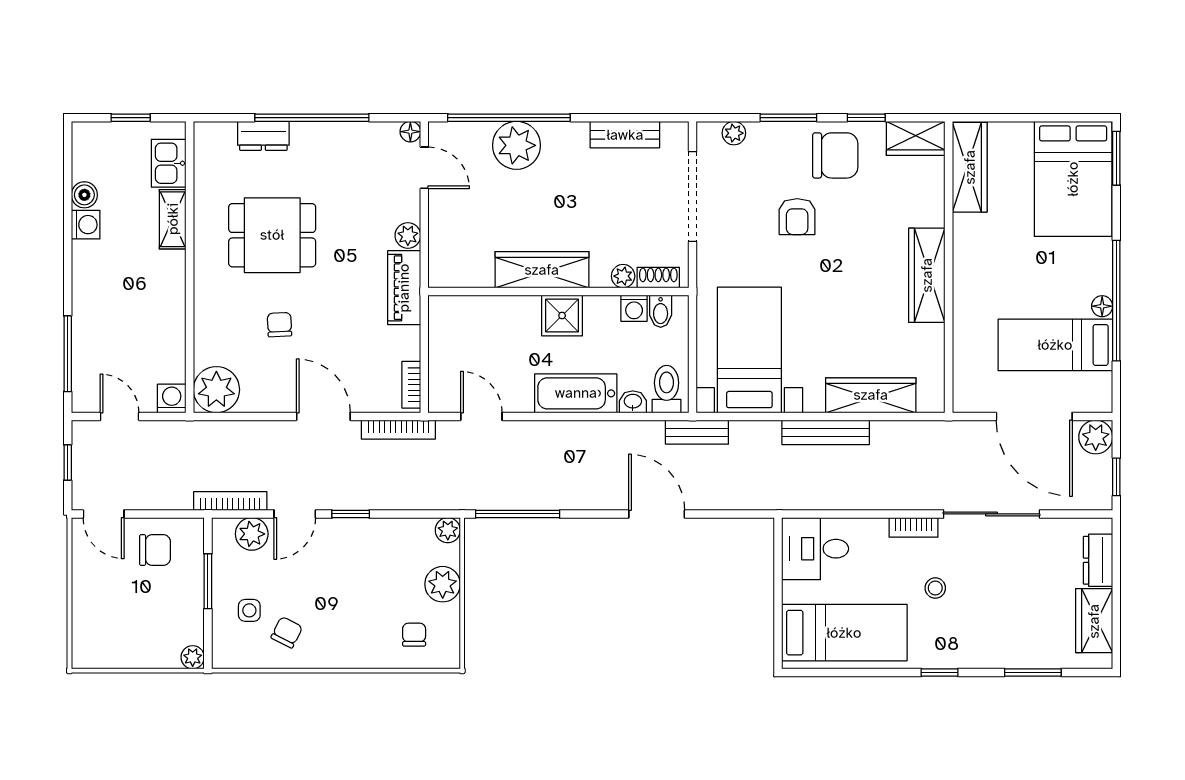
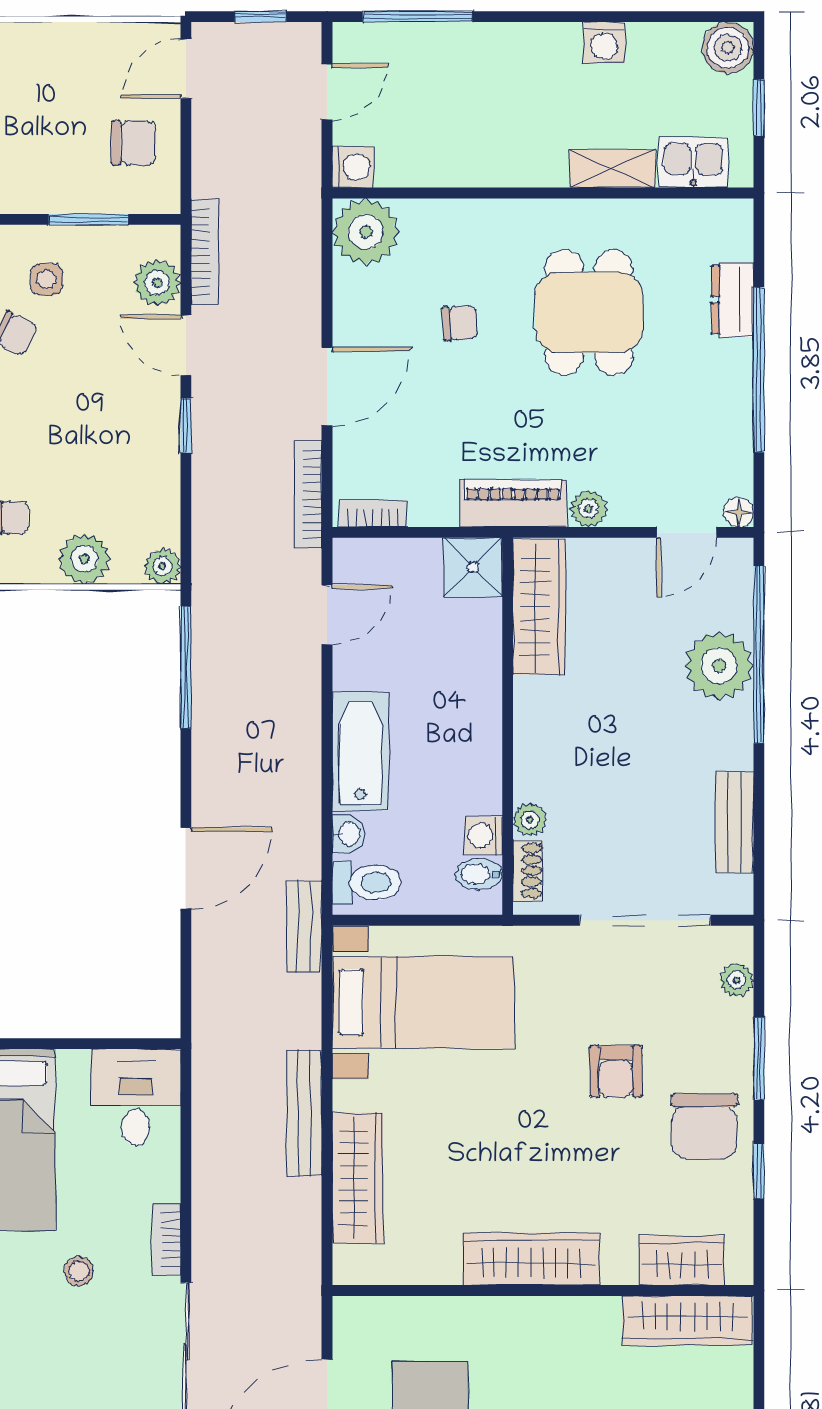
wardrobe: (916, 138) -> (682, 1261), moved, turned 90
boiler: (84, 195) -> (728, 48), moved, width x1.36, depth x1.36
armchair: (797, 217) -> (616, 1071), turned -90
wardrobe: (542, 270) -> (539, 607), moved
shower: (562, 316) -> (473, 567), moved
chair: (155, 550) -> (134, 143), turned -90

